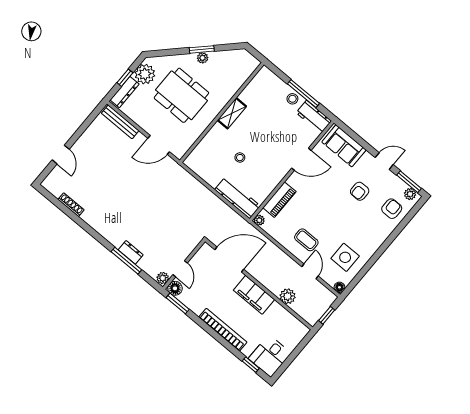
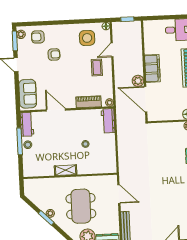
armchair: (360, 191) -> (54, 54), moved
workbench: (238, 198) -> (108, 121), width x0.73
door: (180, 269) -> (175, 121), removed
plant: (288, 296) -> (138, 81), moved

